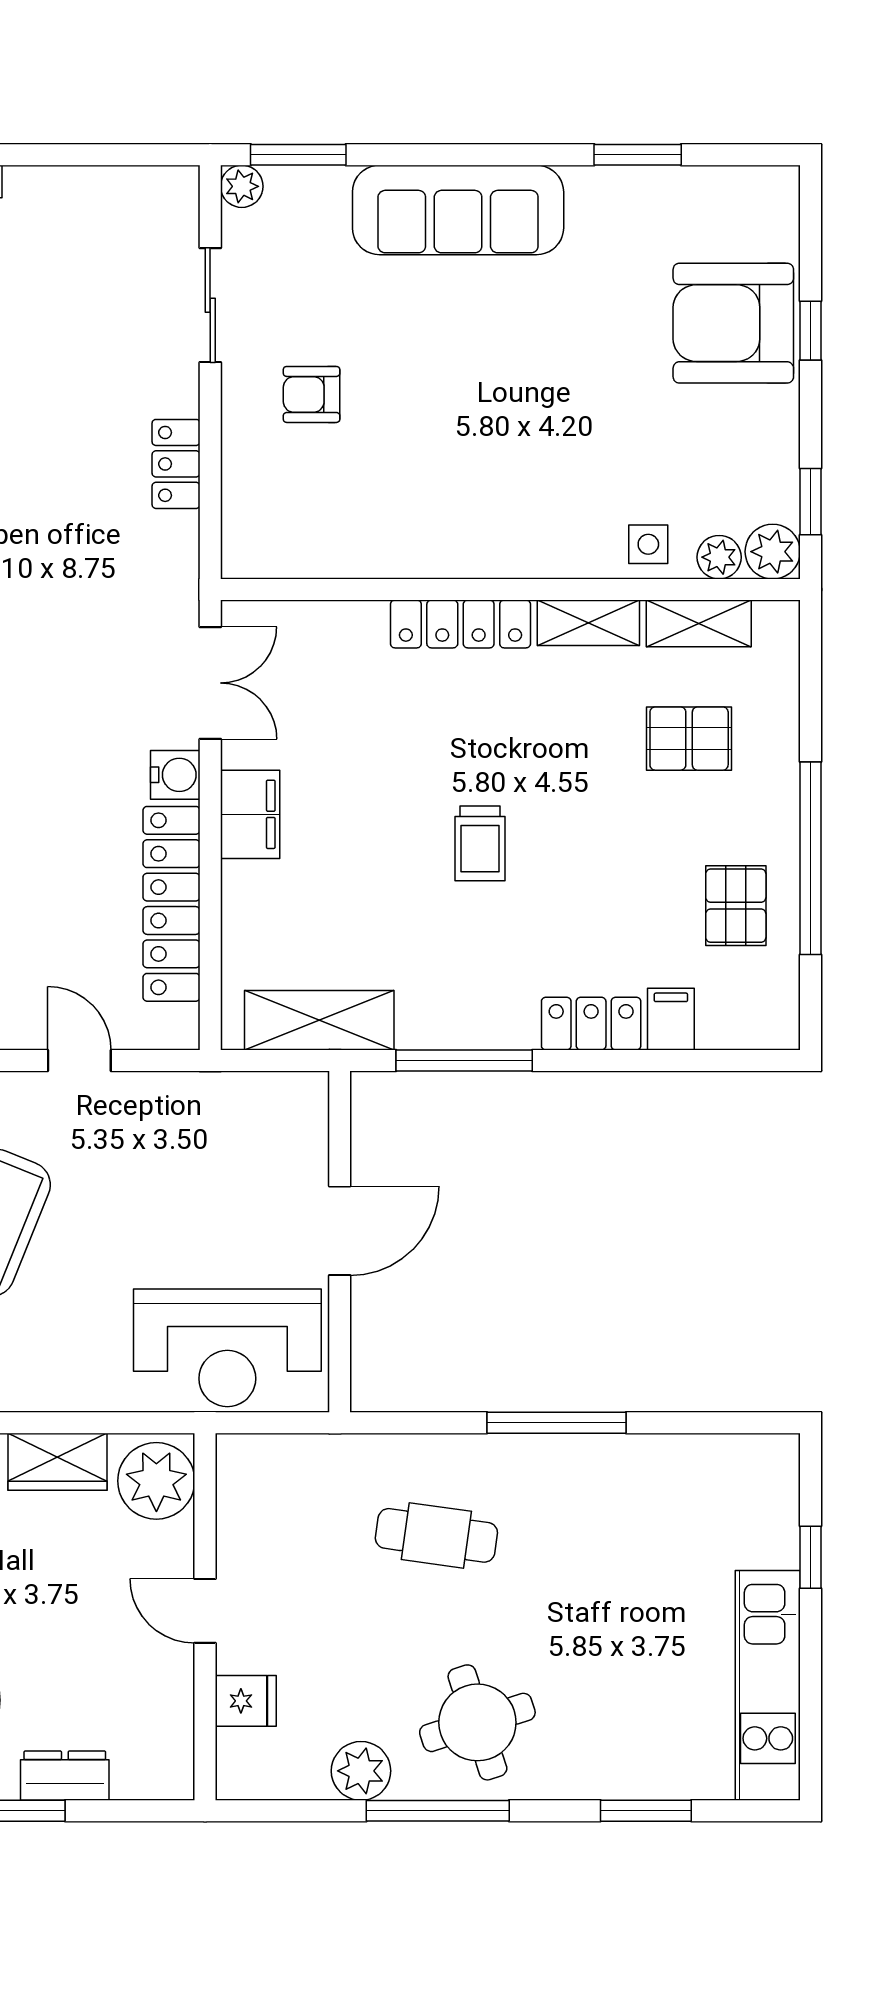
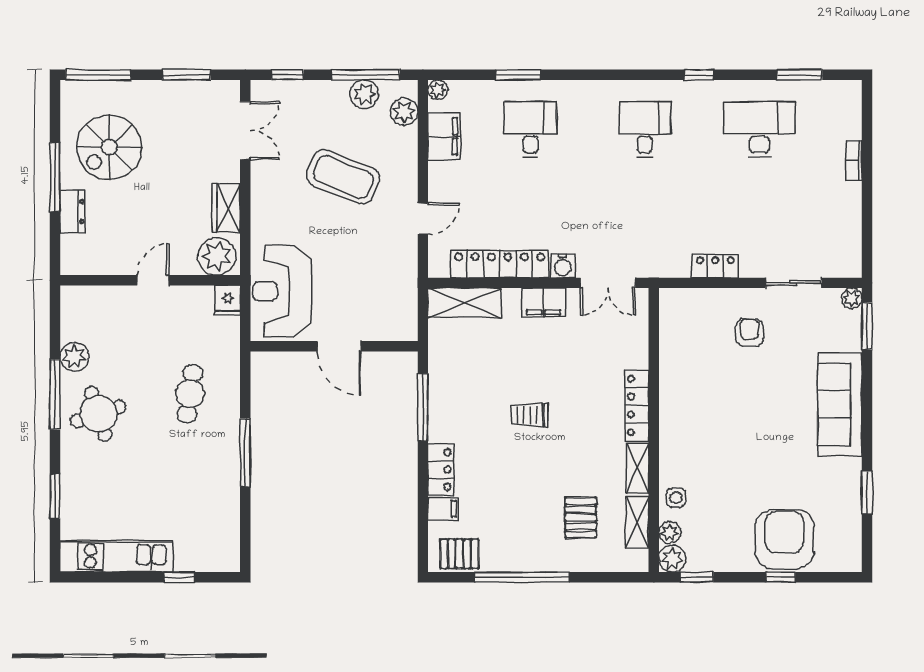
pallet: (736, 906) -> (459, 554), moved
shelving: (319, 1020) -> (465, 303), moved, turned 90
fridge: (246, 1701) -> (228, 300), moved

